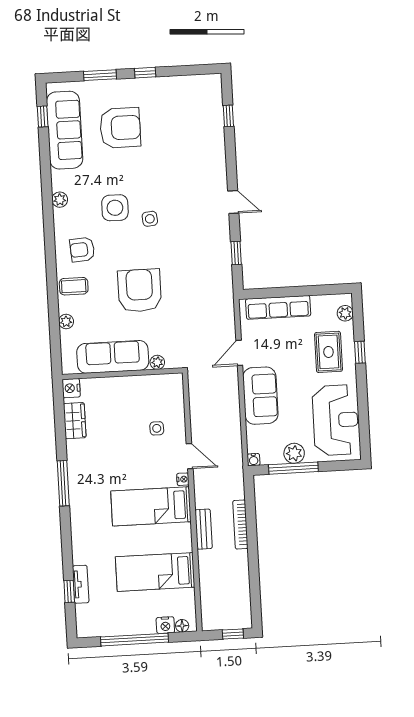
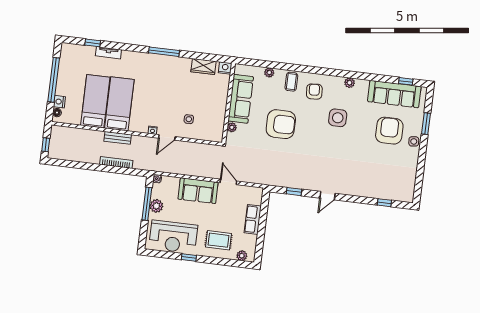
window: (145, 73) -> (422, 153), removed
armchair: (120, 128) -> (389, 131), turned 180
side table: (150, 219) -> (414, 141), moved
row of seats: (278, 307) -> (253, 219), width x0.68
window: (360, 352) -> (189, 258), moved
bed: (151, 506) -> (119, 104), moved
tv unit: (81, 584) -> (108, 53), moved

